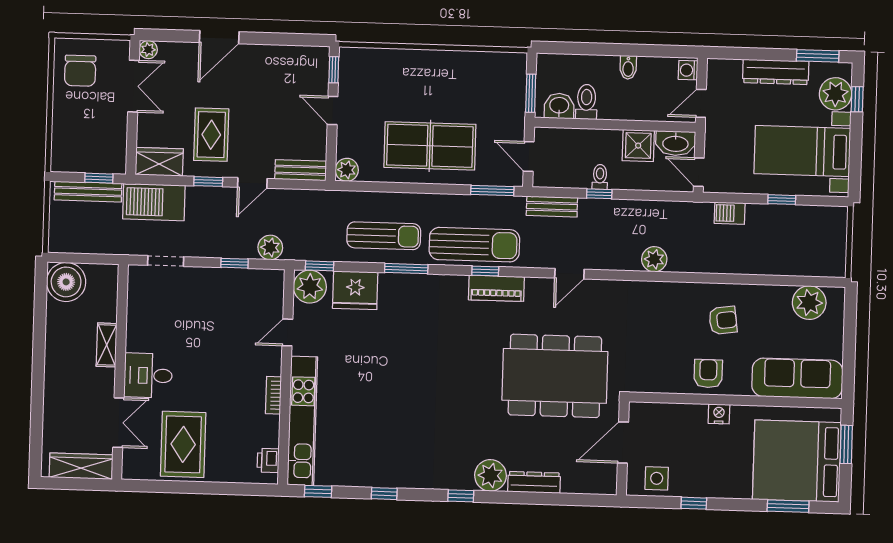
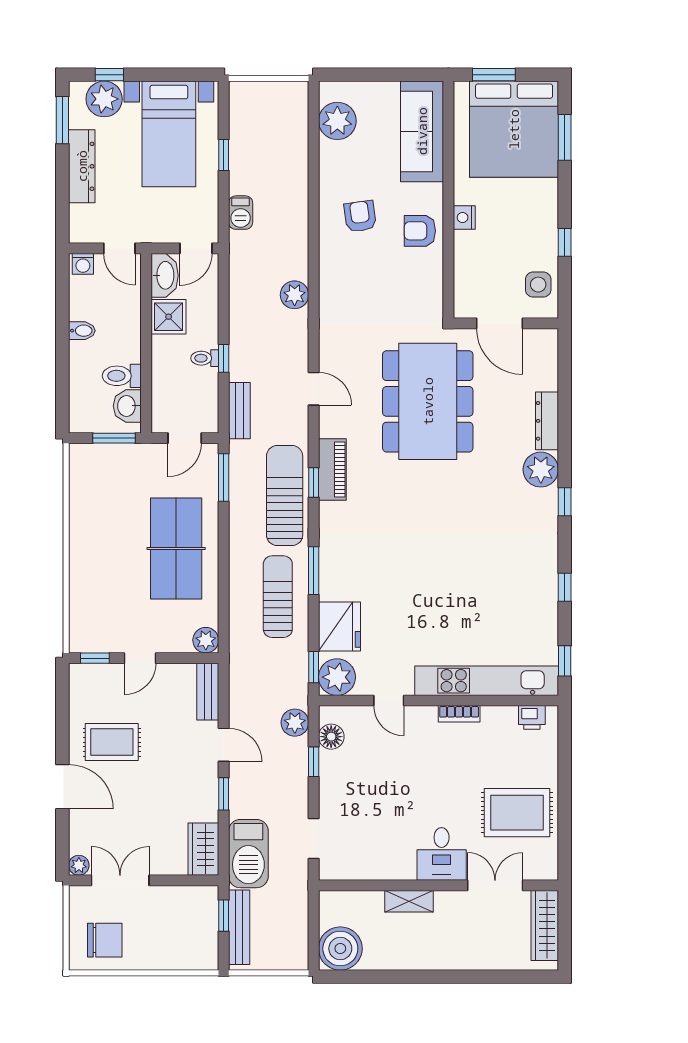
rug: (211, 135) -> (112, 742), moved
floor lamp: (257, 280) -> (331, 737), added

